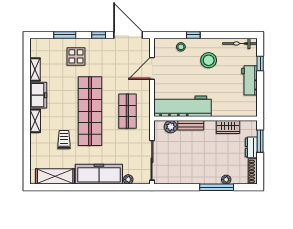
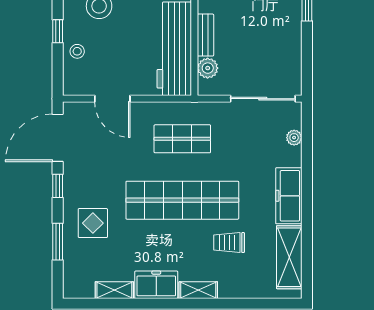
freezer: (99, 174) -> (289, 196), width x0.73, depth x0.79

